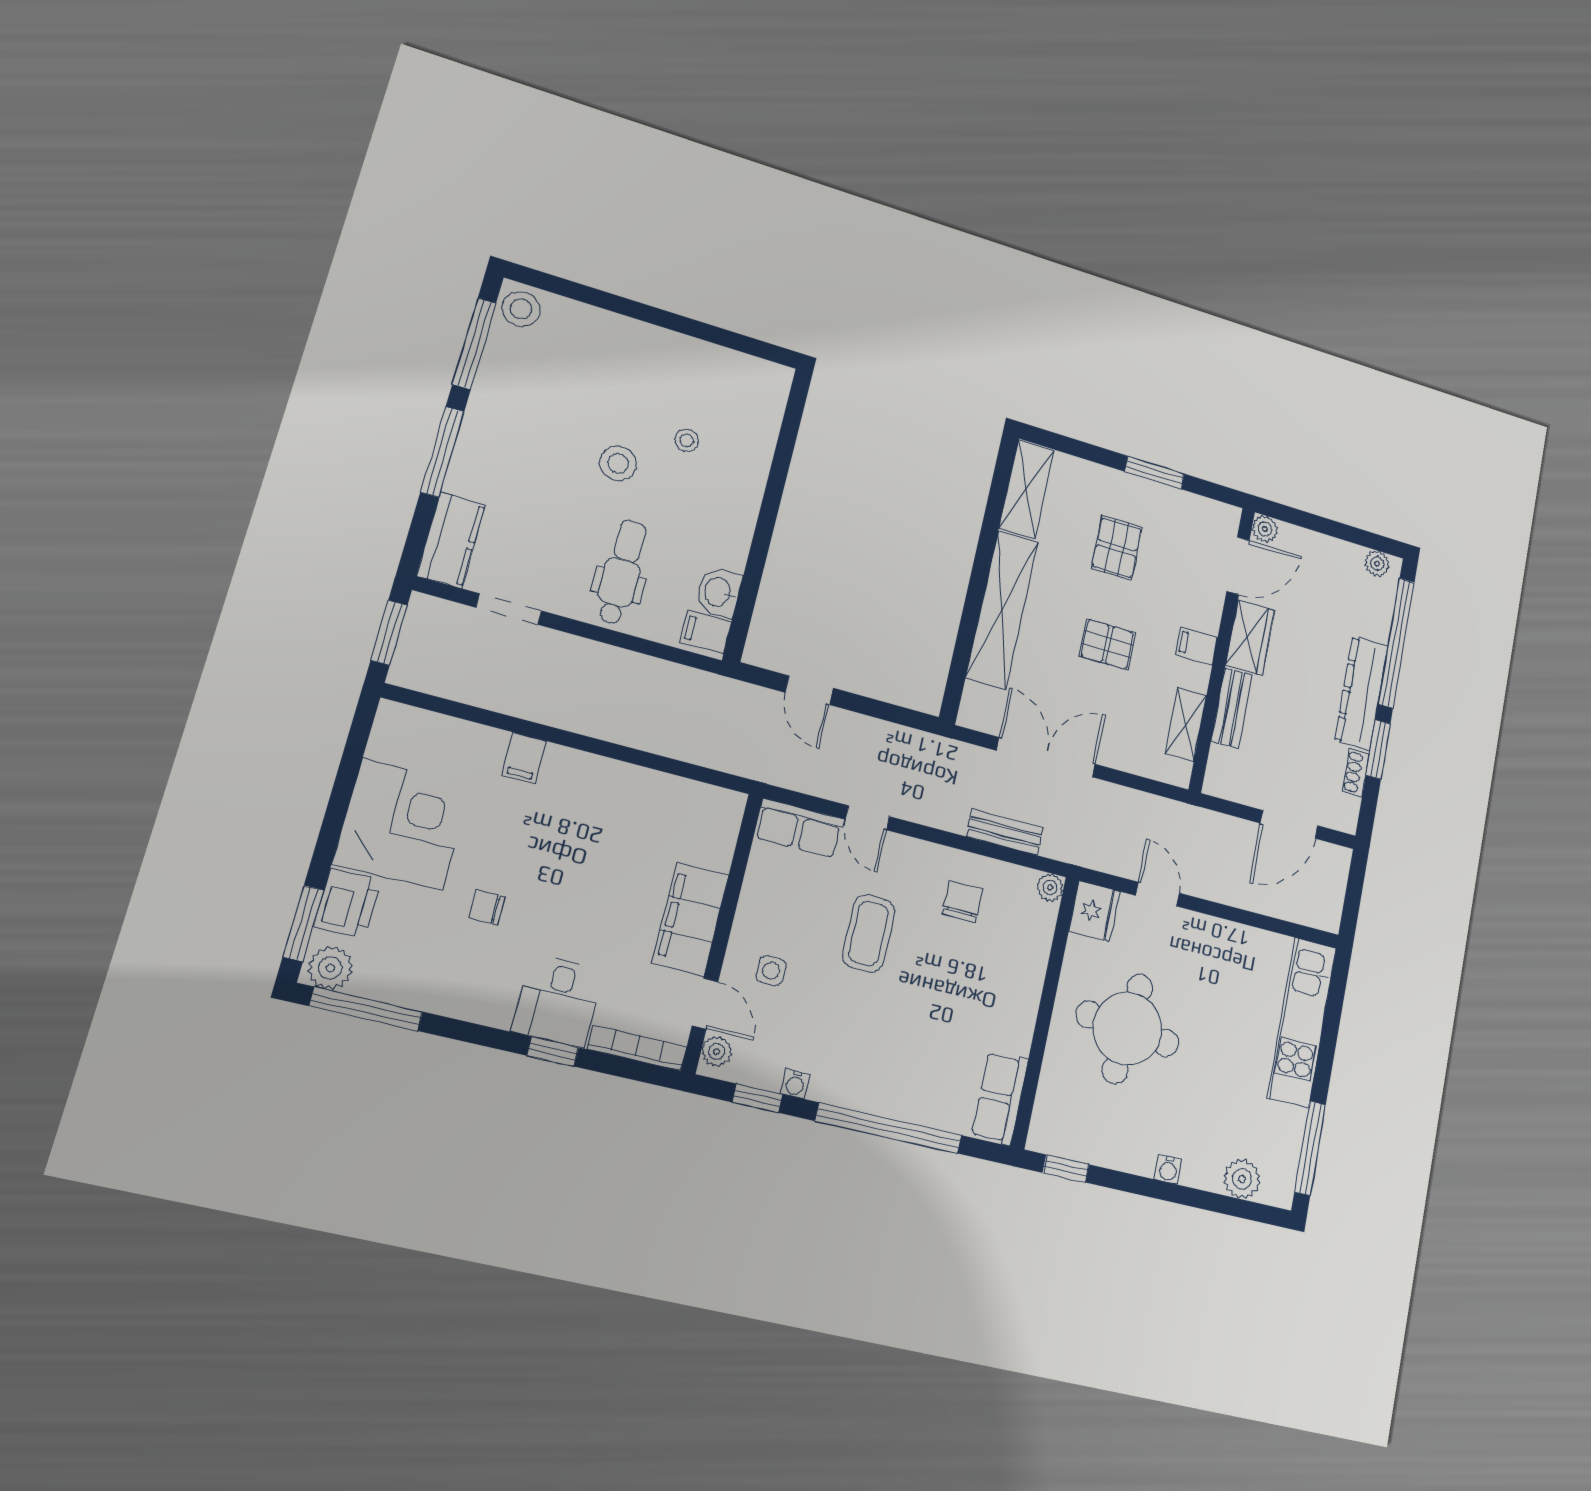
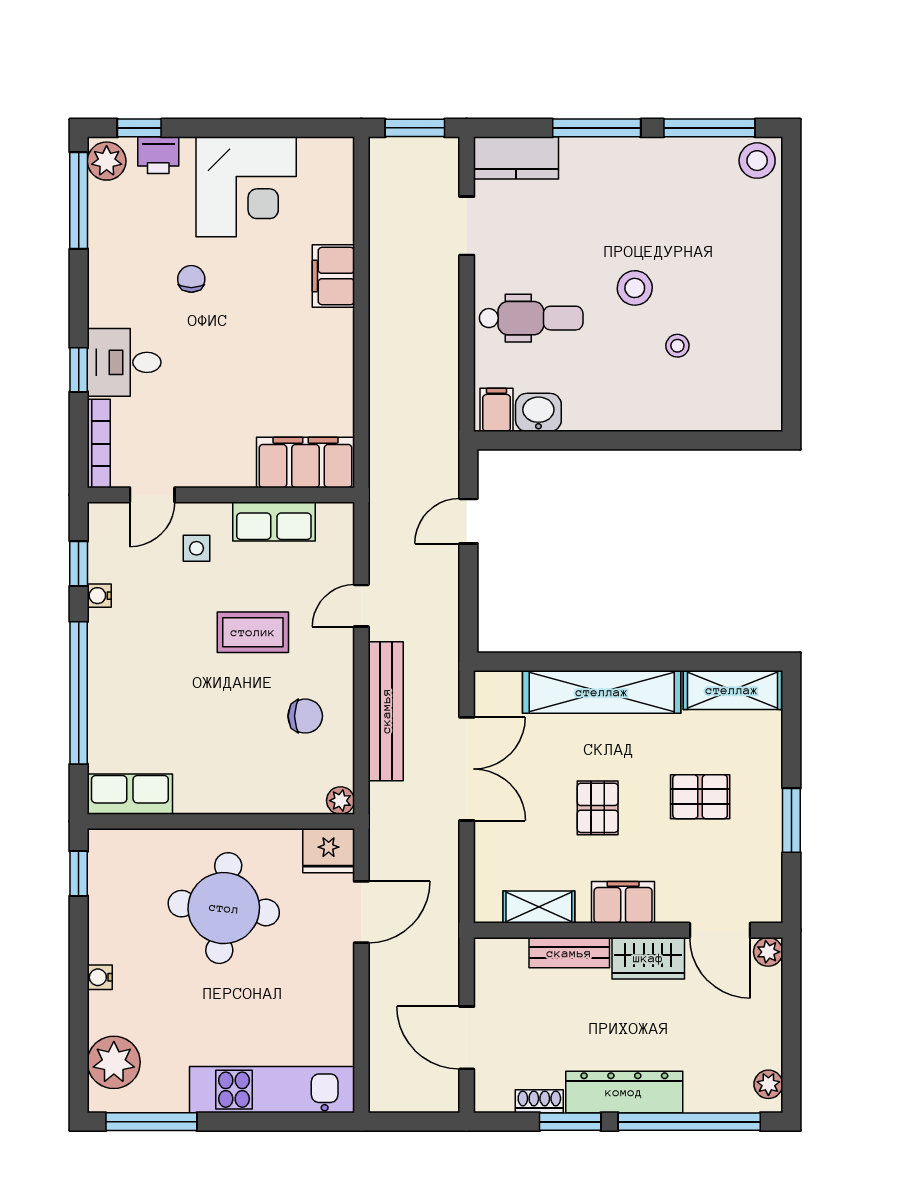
filing cabinet: (1197, 646) -> (623, 902), width x2.00
filing cabinet: (524, 758) -> (333, 276), width x2.00
row of seats: (799, 828) -> (274, 522), moved, turned -90
bench: (1005, 832) -> (386, 711), width x1.86, depth x1.21
door: (1158, 894) -> (361, 912), width x1.38
printer: (347, 903) -> (158, 155), width x0.73, depth x0.81
filing cabinet: (690, 919) -> (305, 463), moved
window: (303, 923) -> (139, 128), width x0.67
plant: (717, 1051) -> (112, 516), removed
plant: (1242, 1179) -> (114, 1062), width x1.36, depth x1.36

